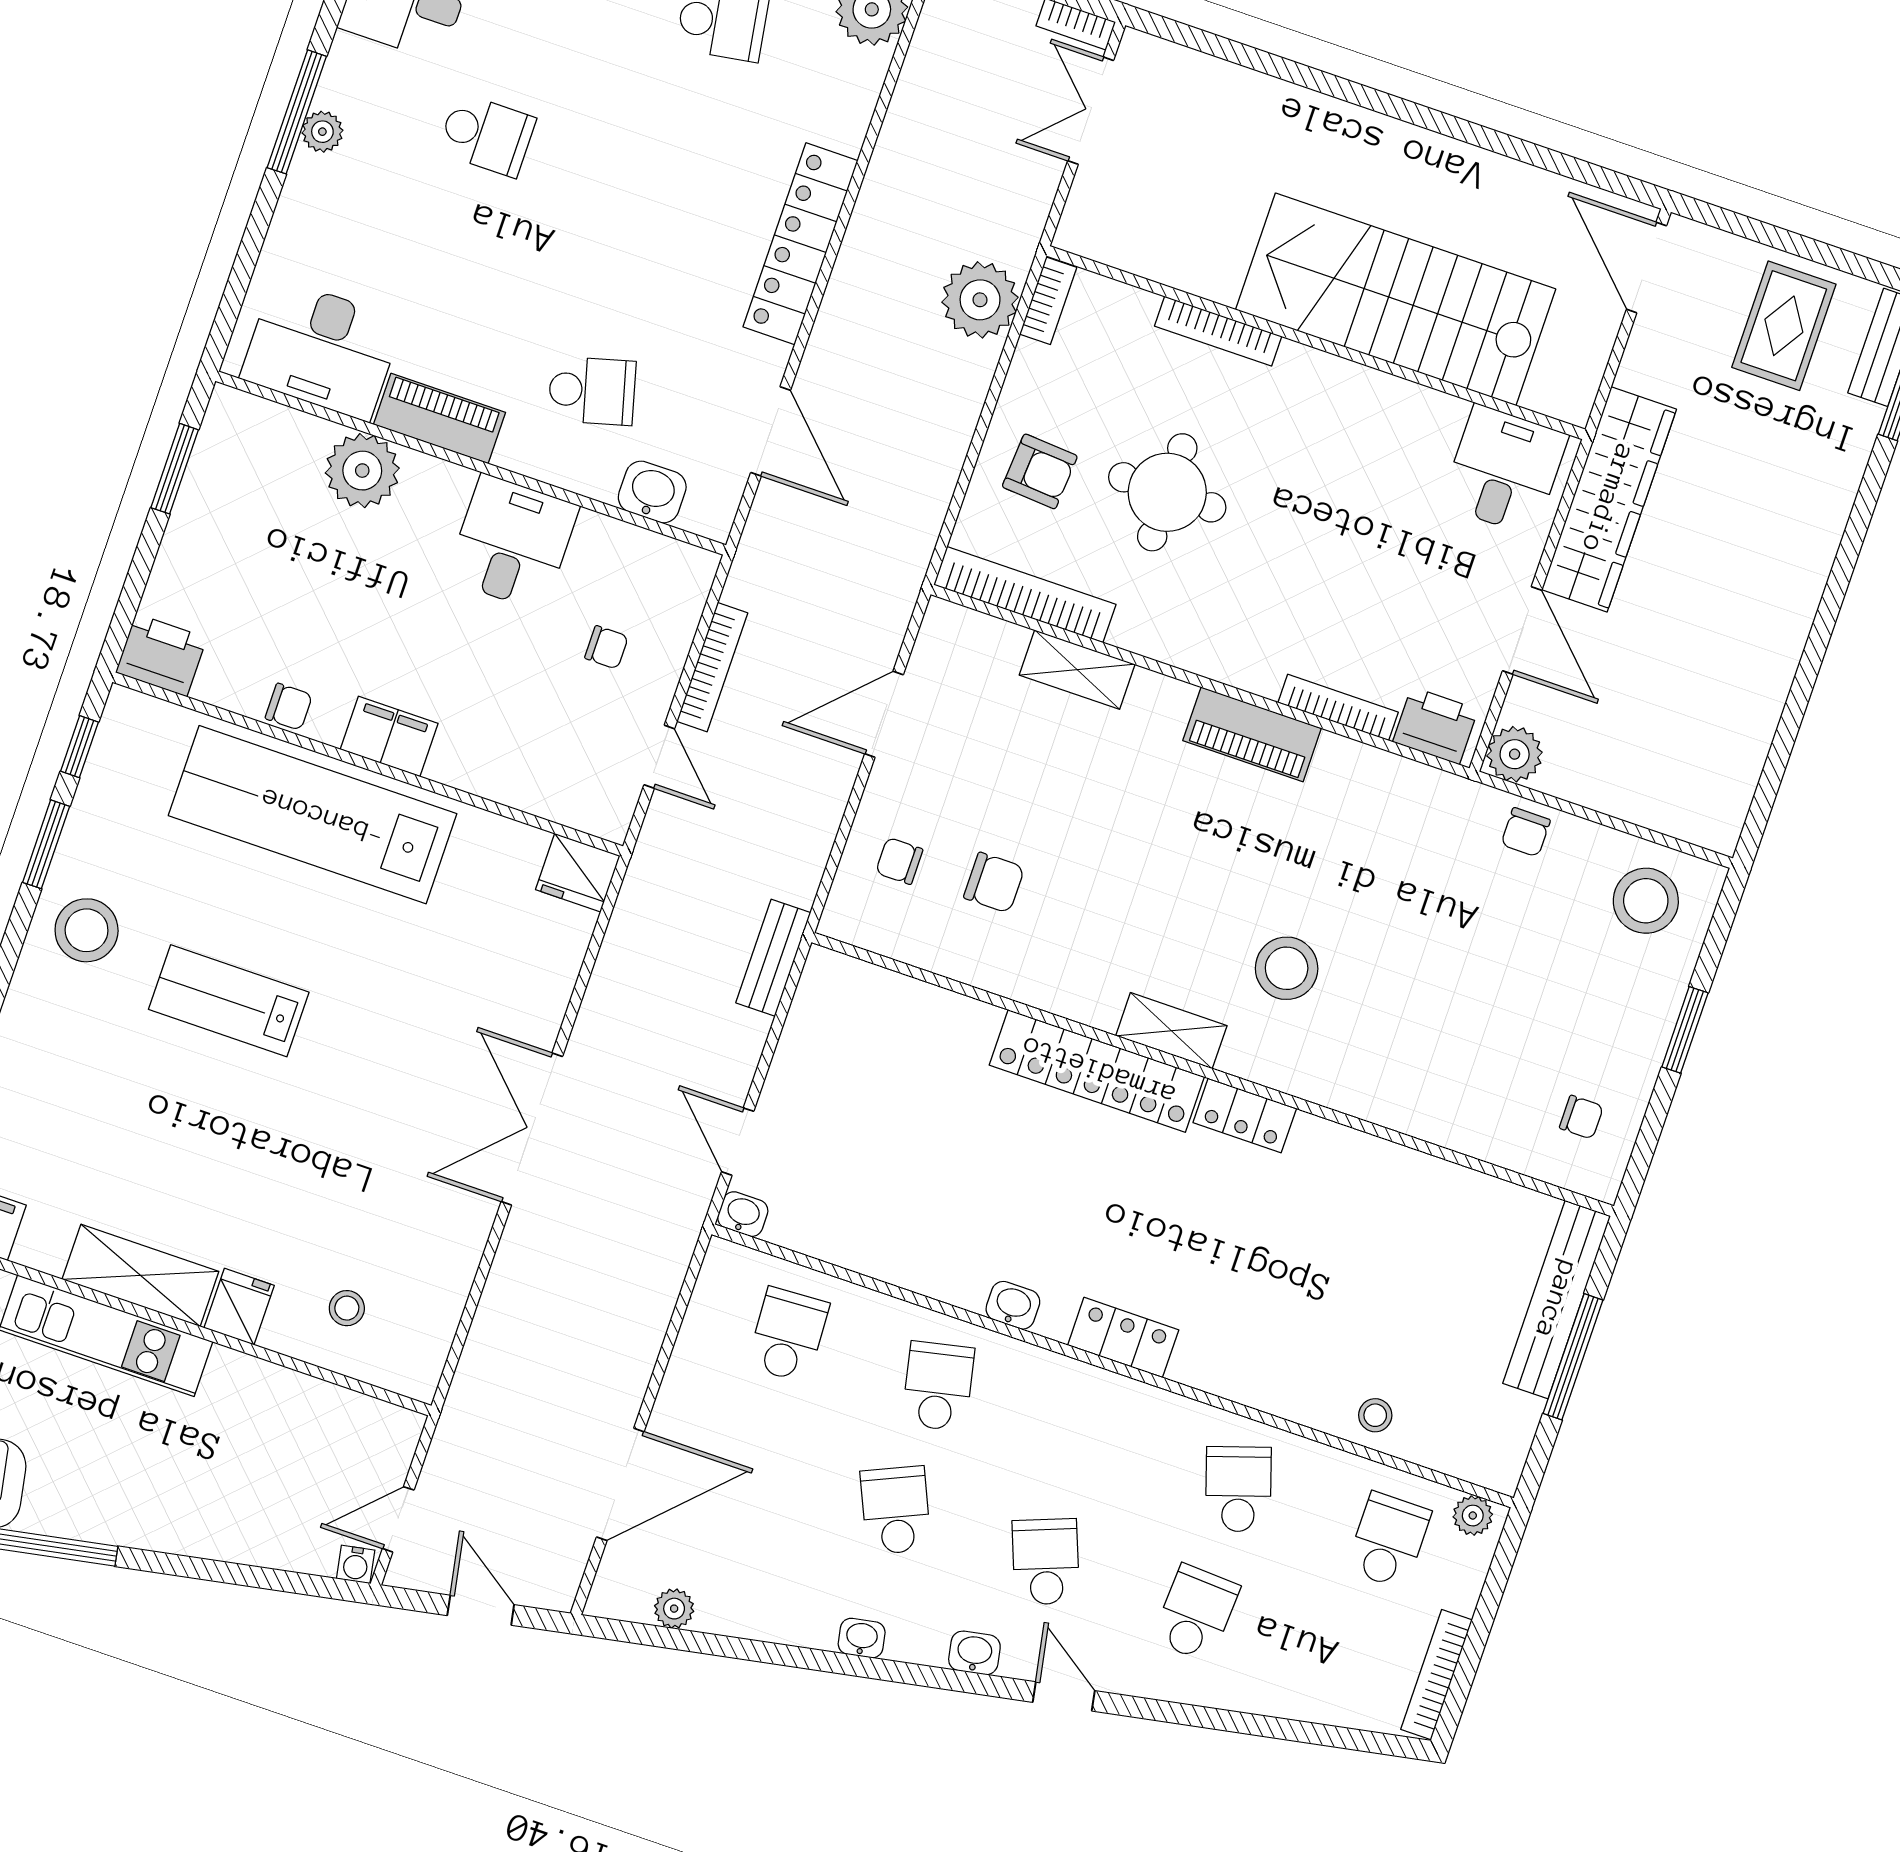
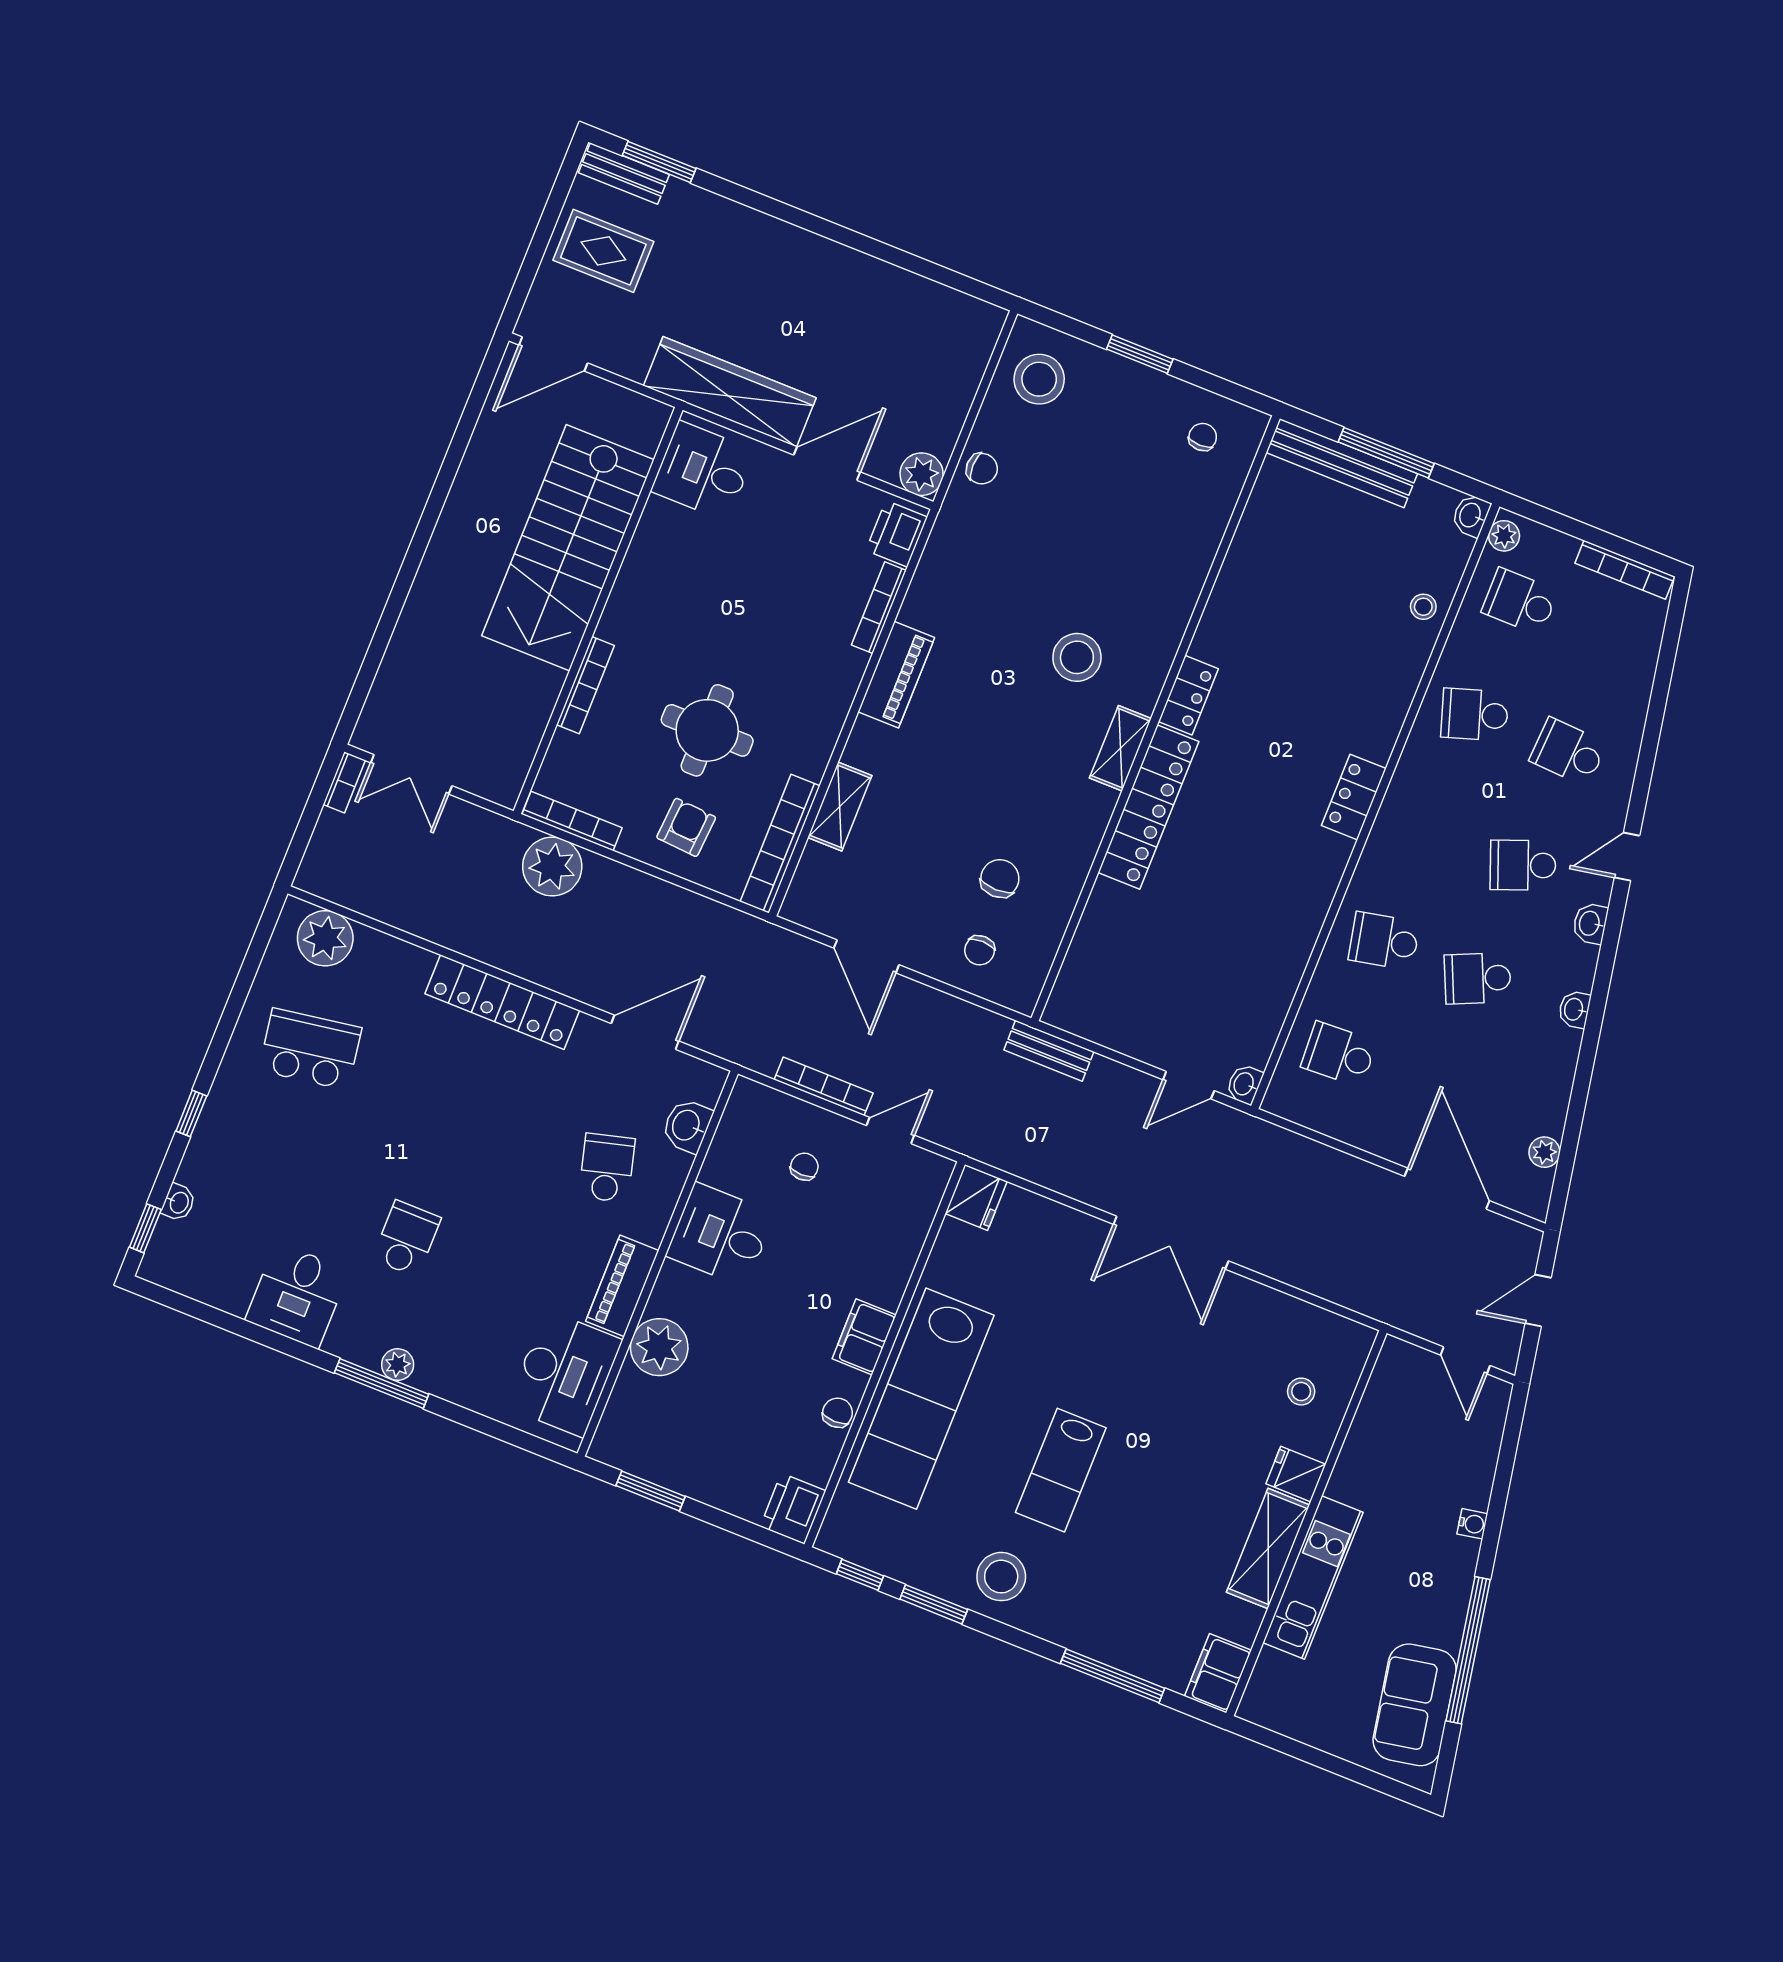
bookcase: (1048, 301) -> (572, 821), width x1.56
washbasin: (1013, 1305) -> (1471, 515), moved
water cooler: (356, 1564) -> (1472, 1524), moved

